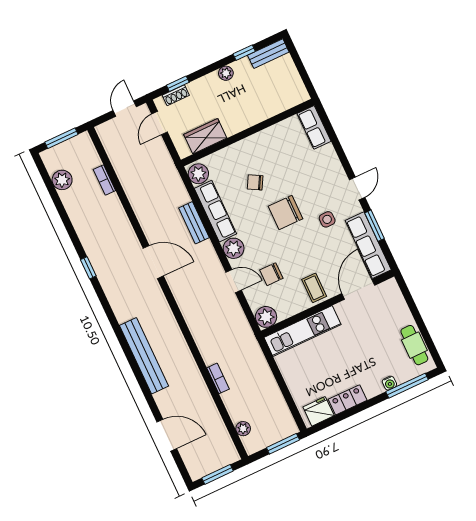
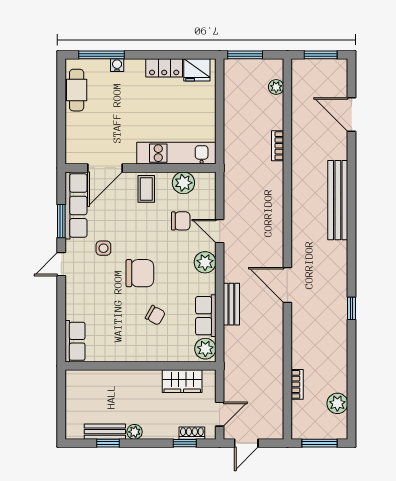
bench: (268, 54) -> (105, 432), moved
row of seats: (215, 211) -> (206, 316), width x0.68
plant: (266, 317) -> (183, 183), moved

